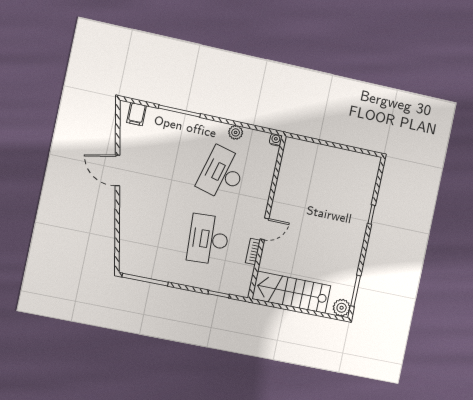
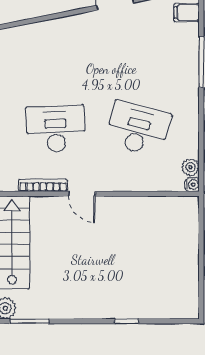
plant: (236, 132) -> (190, 167), moved
bookcase: (253, 252) -> (43, 185), width x1.56

